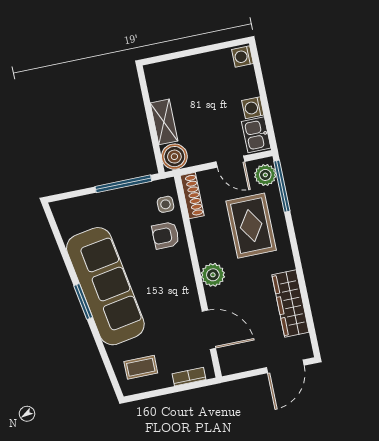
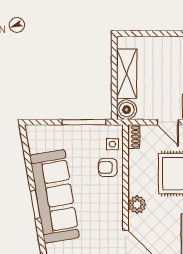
shelving: (164, 122) -> (127, 74), width x1.50, depth x1.33
shoe rack: (192, 196) -> (134, 137), width x0.70

